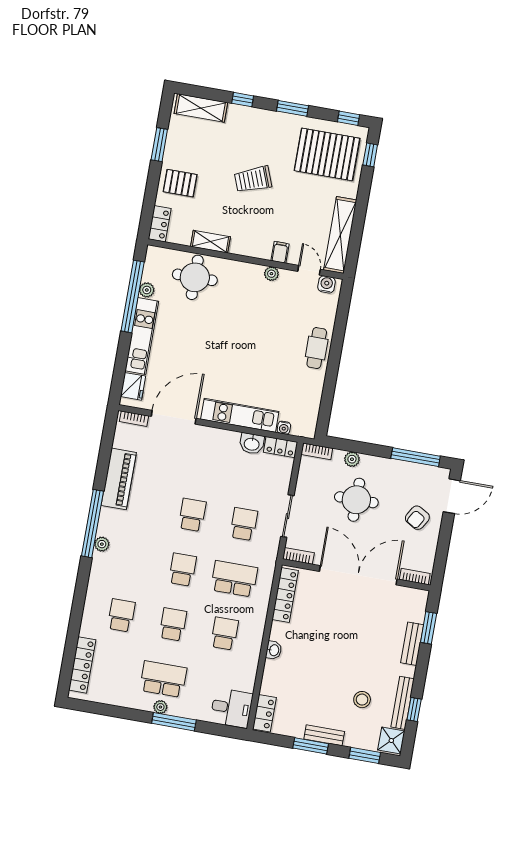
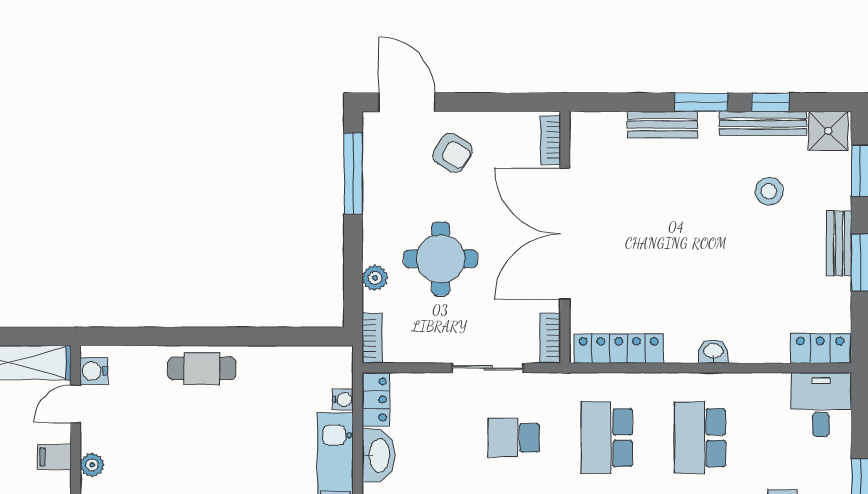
washbasin: (252, 444) -> (378, 455), width x1.38
window: (429, 628) -> (701, 102), moved
school desk: (224, 634) -> (700, 438), width x1.85

